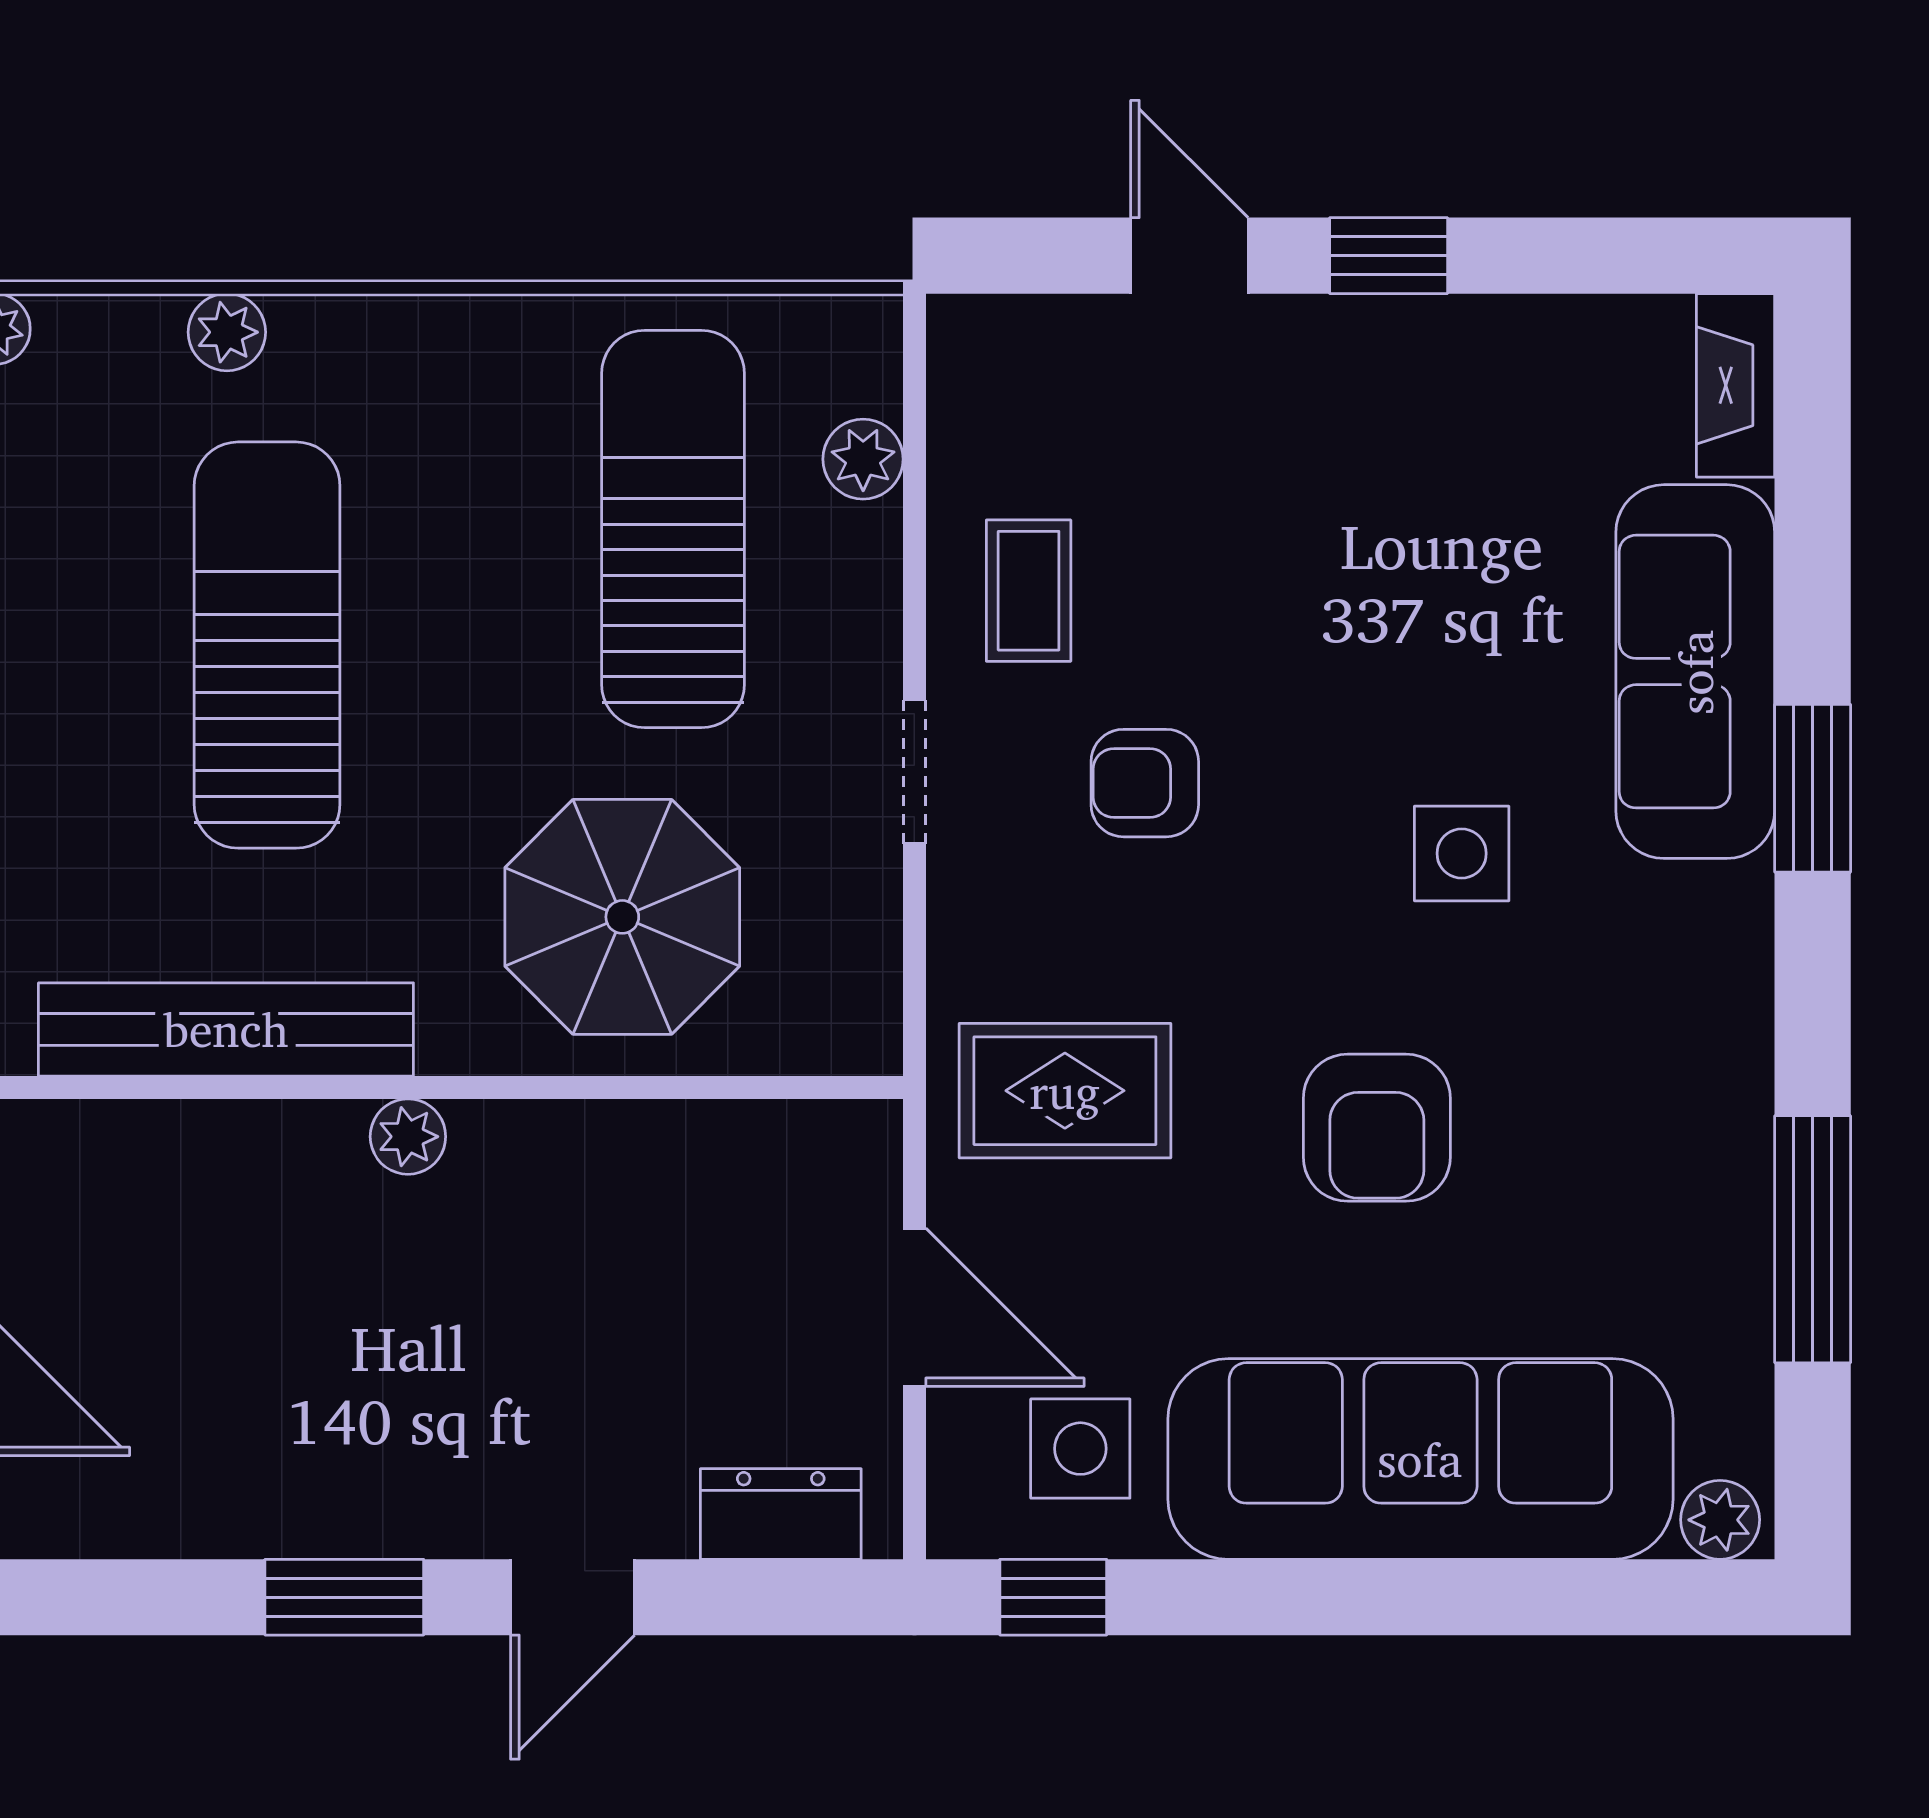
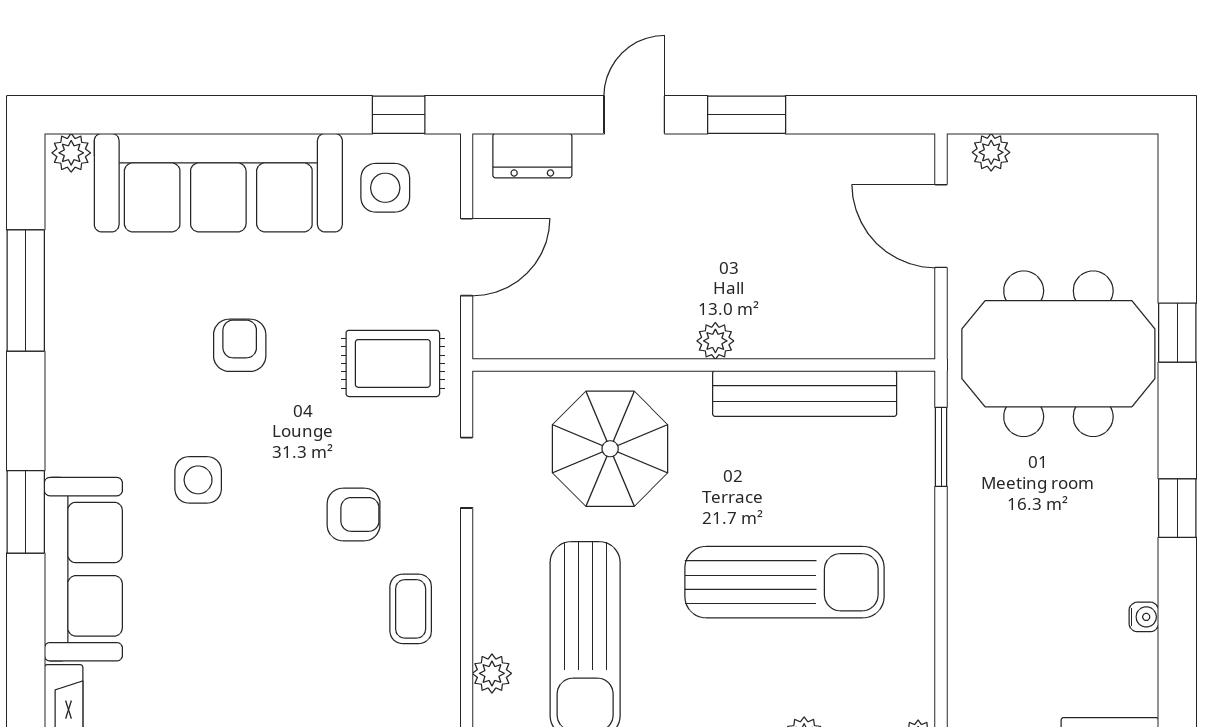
sun lounger: (267, 645) -> (784, 582), turned -90
doorway: (914, 772) -> (467, 473), moved
armchair: (1377, 1128) -> (240, 345), width x0.72, depth x0.72
door: (914, 1307) -> (467, 257), swing flipped

